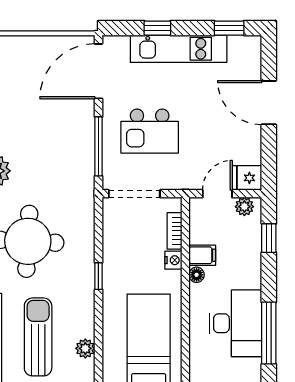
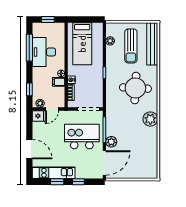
window: (229, 28) -> (57, 182), moved
kitchen unit: (179, 49) -> (54, 173), moved
plant: (83, 119) -> (111, 142), added
kitchen island: (150, 131) -> (82, 137), width x1.37, depth x1.28

